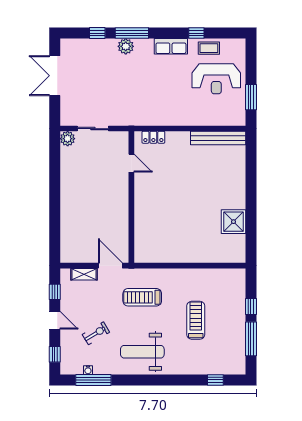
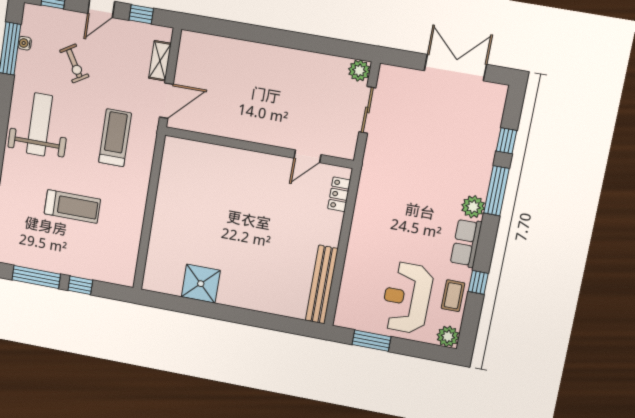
plant: (126, 46) -> (473, 207), moved
plant: (238, 46) -> (448, 336), added

